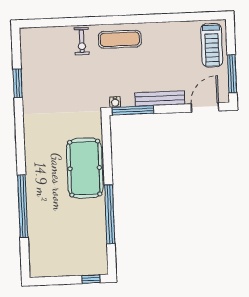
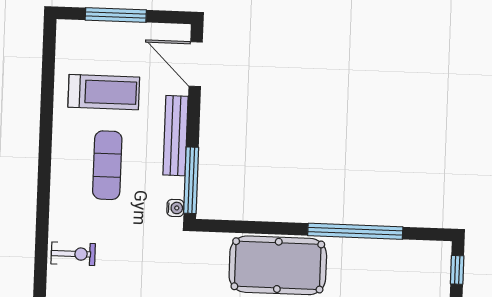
exercise mat: (120, 39) -> (107, 165), moved
treadmill: (212, 45) -> (104, 92), moved
window: (232, 74) -> (116, 15), moved

